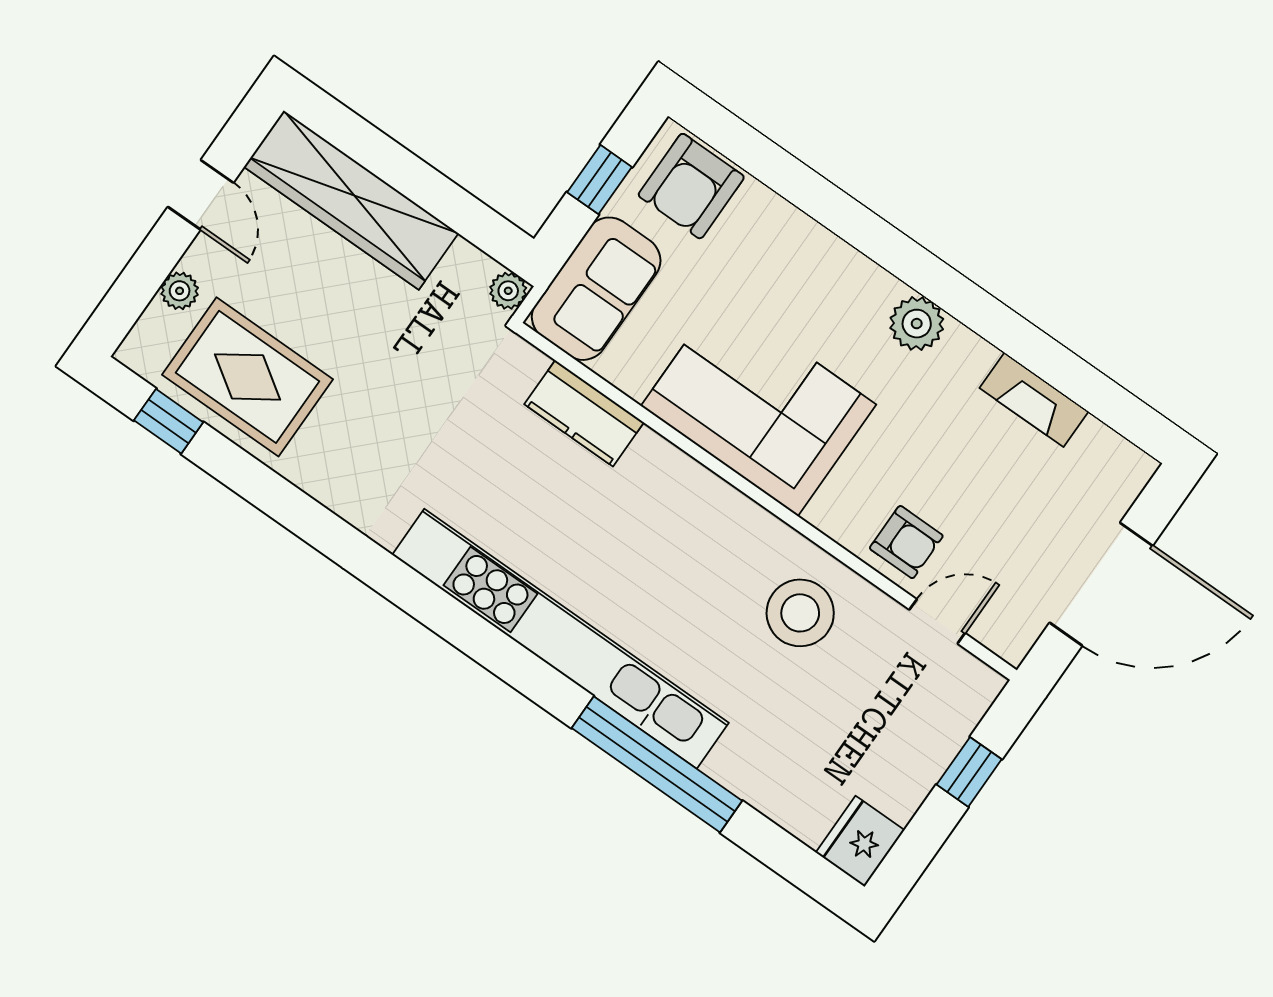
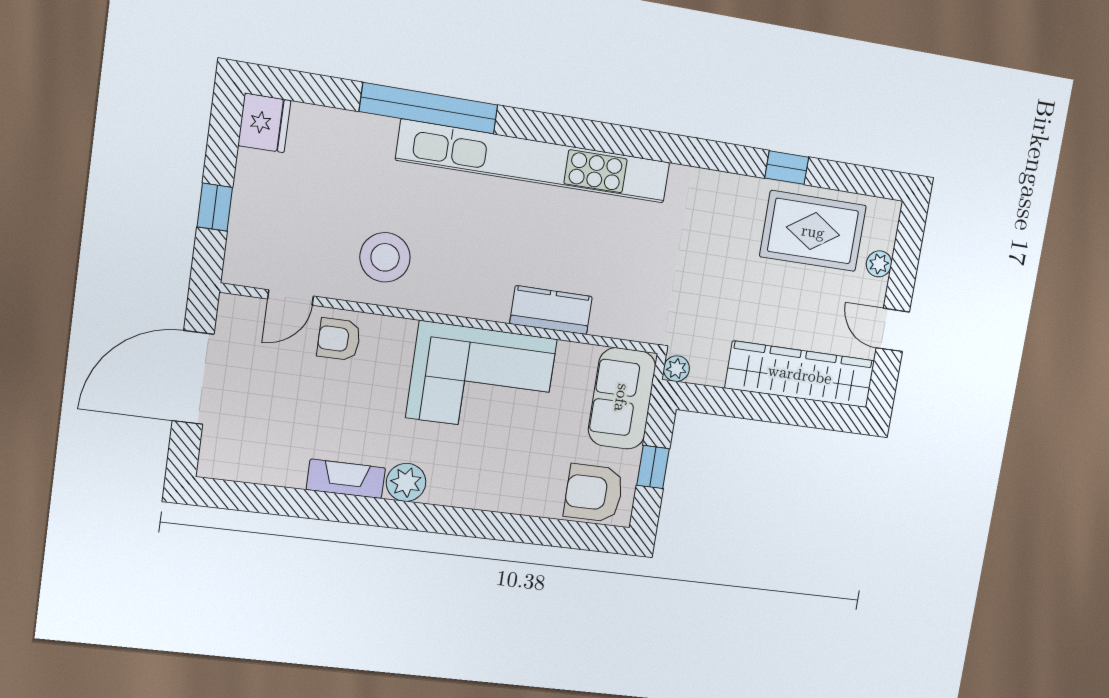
armchair: (691, 186) -> (594, 493), turned -90
fireplace: (1034, 400) -> (346, 479), moved
kitchen counter: (584, 413) -> (551, 310), moved
window: (169, 421) -> (787, 168), moved

